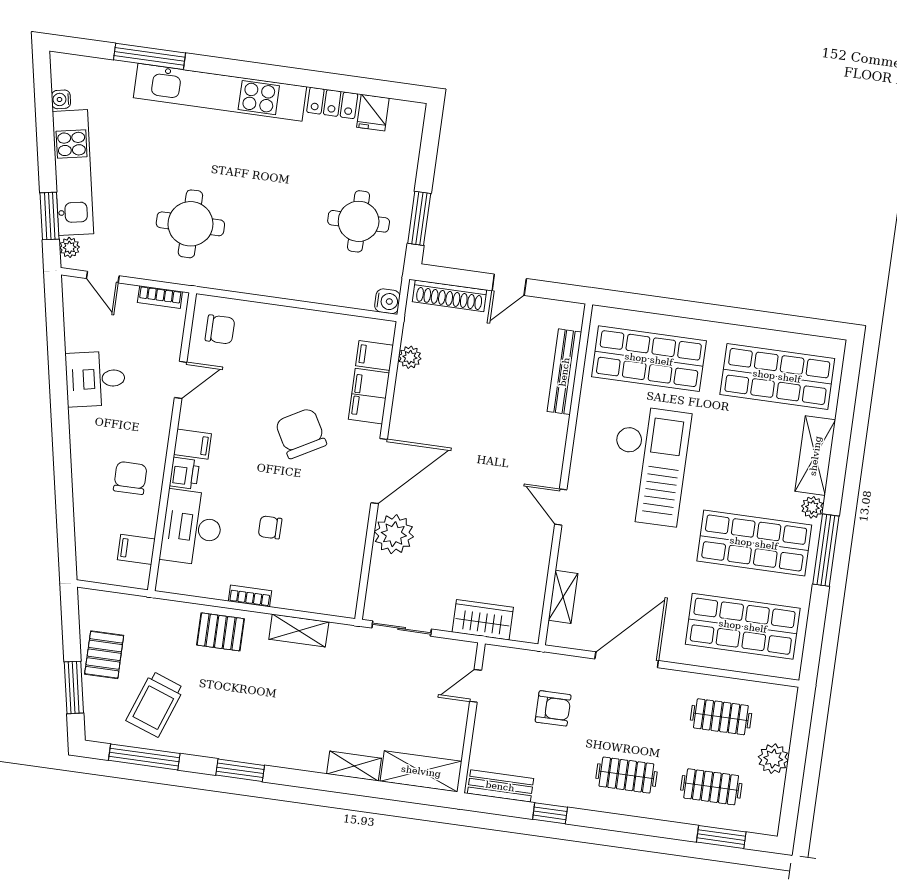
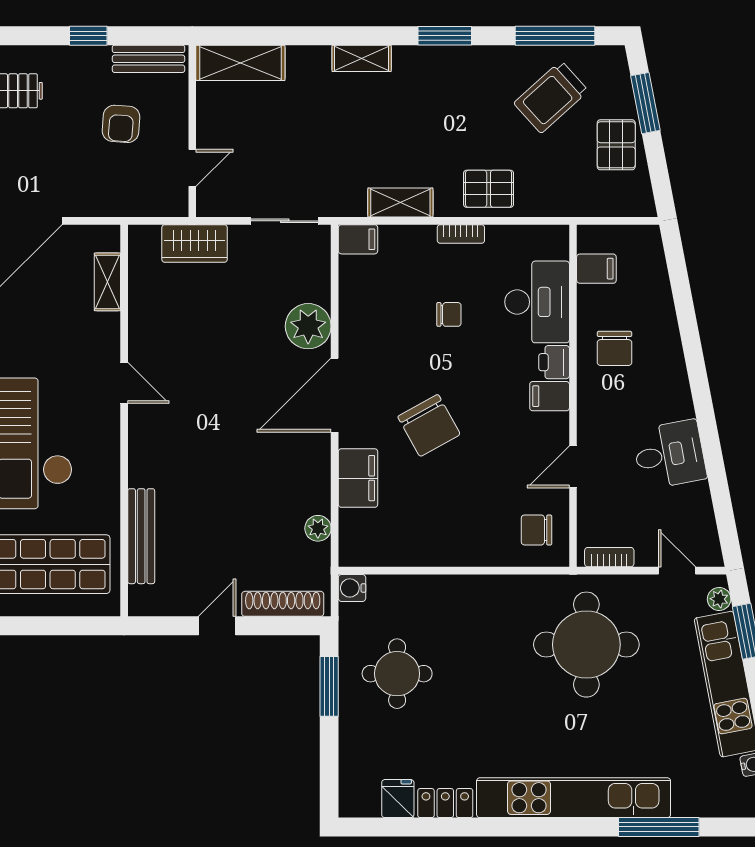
round table: (190, 224) -> (586, 645), width x1.36, depth x1.36
filing cabinet: (375, 356) -> (358, 239), moved
trolley: (155, 704) -> (551, 97), turned -152
armchair: (553, 708) -> (121, 124), moved, turned -86
shelving: (354, 766) -> (362, 58), moved

